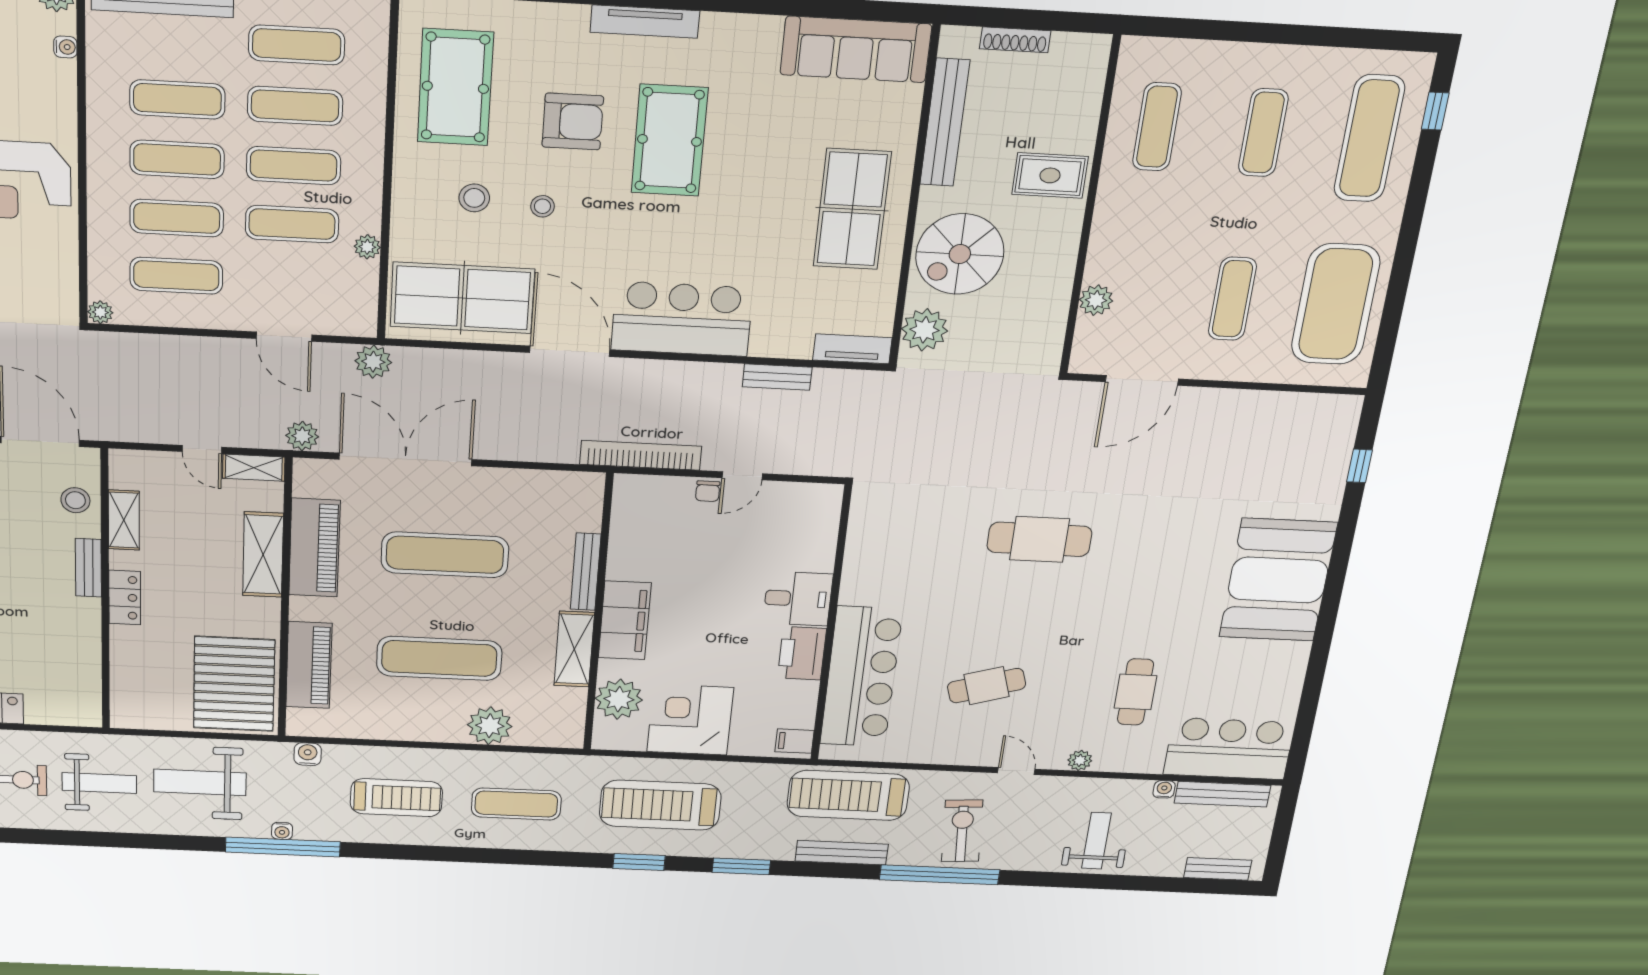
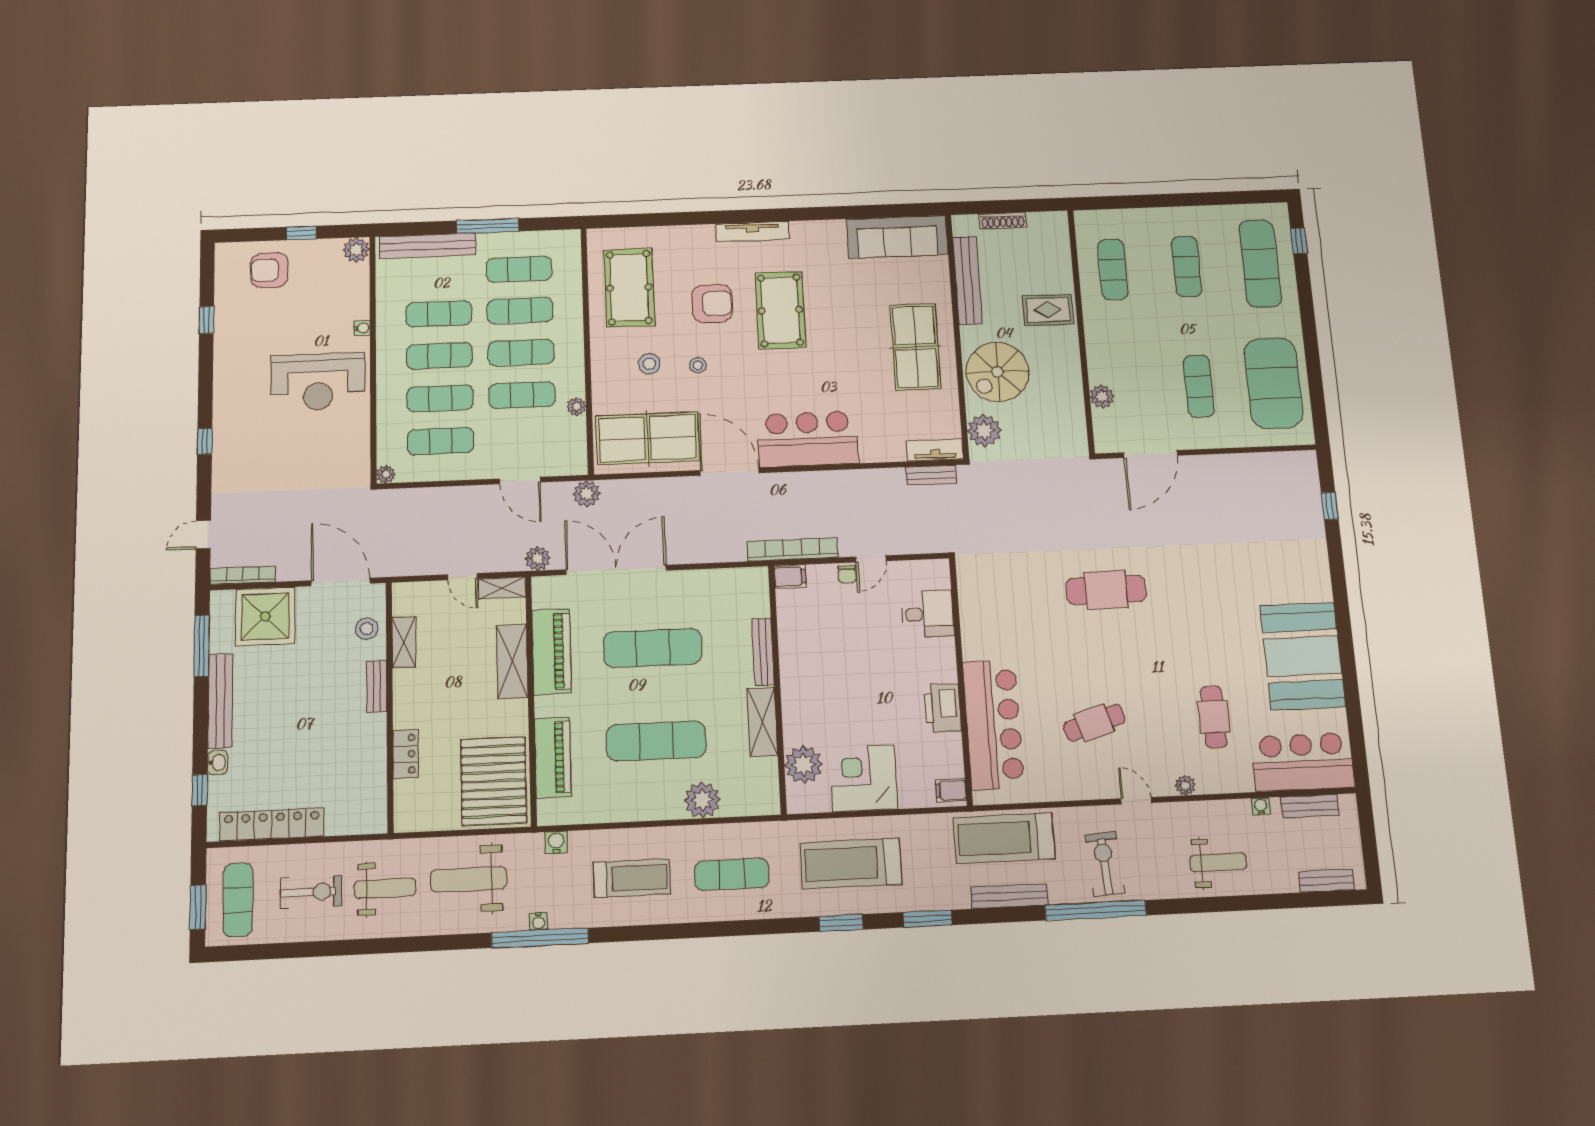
water cooler: (65, 47) -> (362, 328), moved
bench: (777, 377) -> (931, 475), moved
booth: (1278, 580) -> (1303, 656), moved
locker: (125, 598) -> (405, 754), moved
desk: (798, 599) -> (928, 614), moved
filing cabinet: (625, 620) -> (790, 577), moved, width x0.33, depth x0.86
bench: (1222, 794) -> (1310, 806), width x0.73
weight bench: (1096, 841) -> (1218, 862), turned 90

